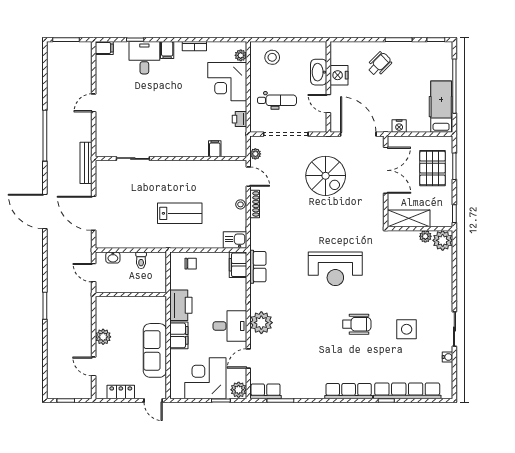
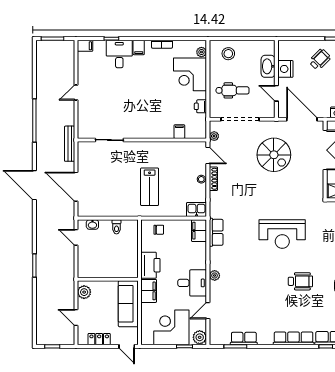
lab bench: (180, 213) -> (150, 187), turned 90
wall: (131, 295) -> (108, 279), moved
plant: (261, 323) -> (215, 275), width x0.53, depth x0.53
row of seats: (266, 391) -> (244, 339), moved

